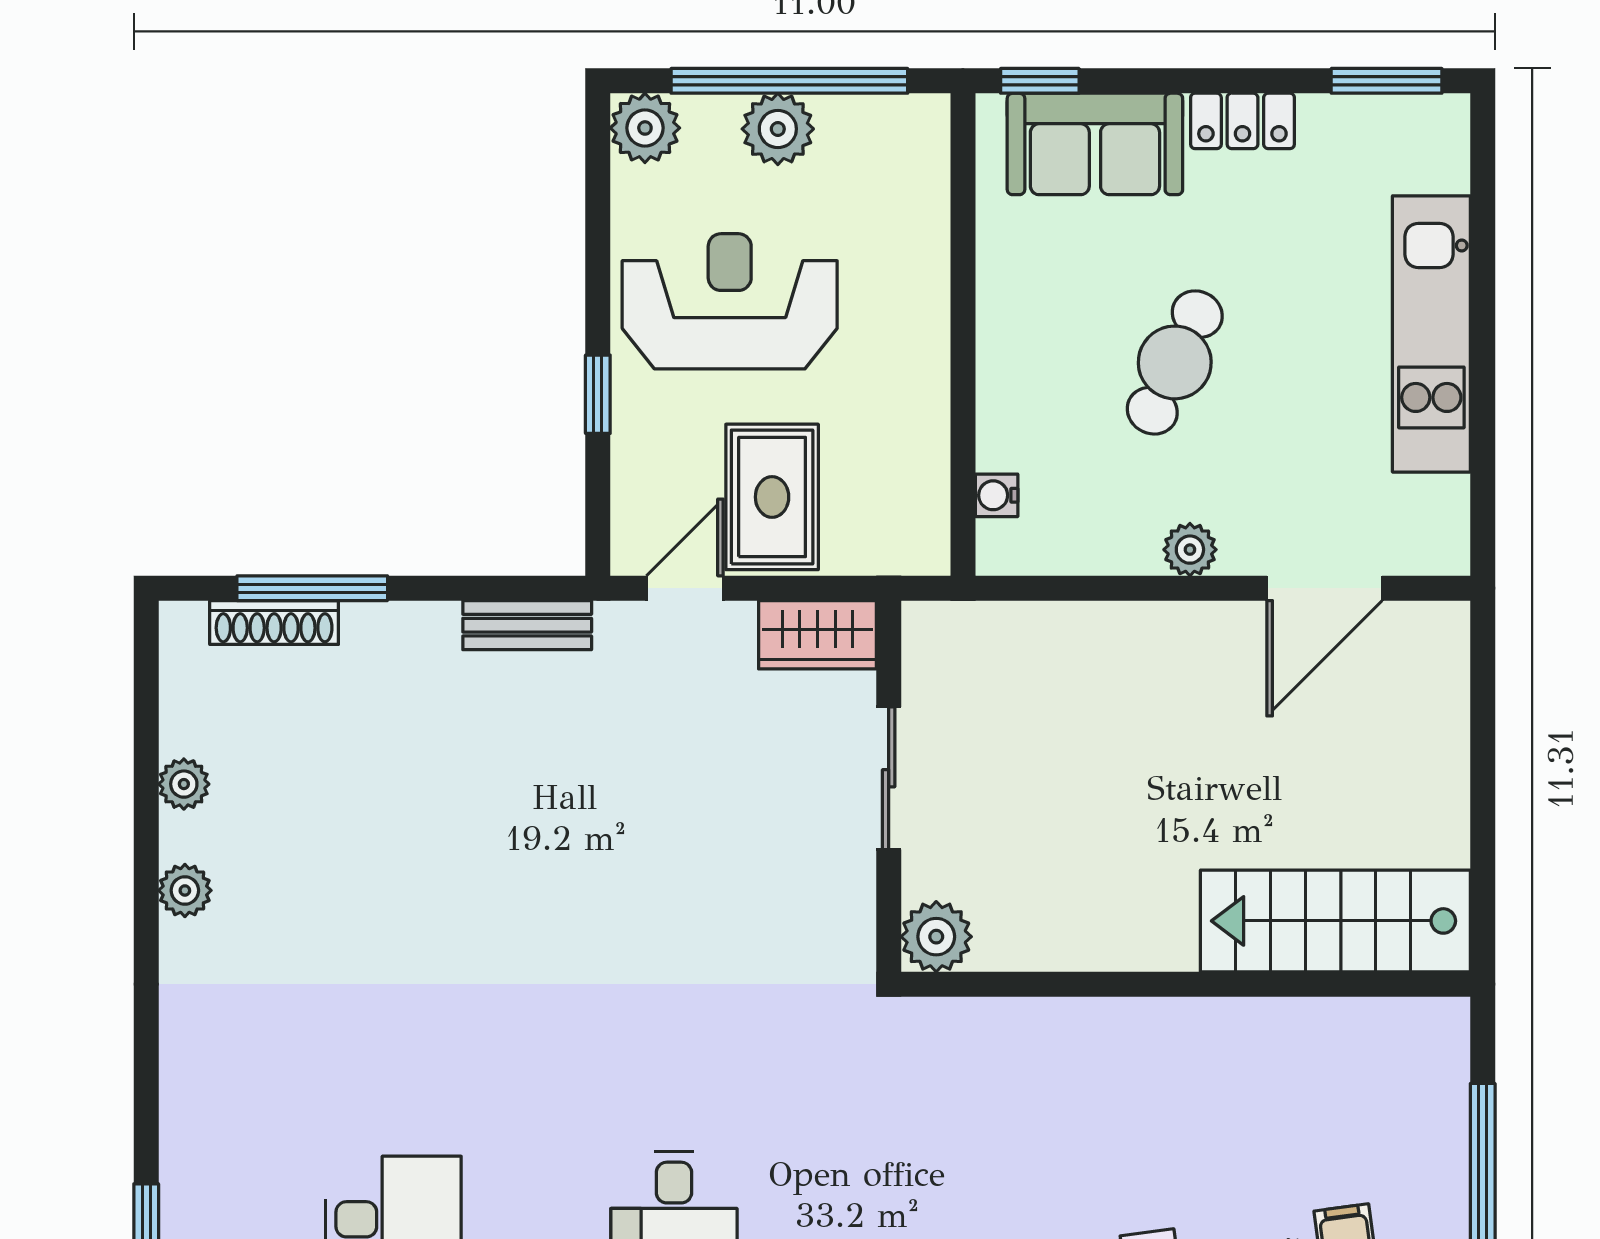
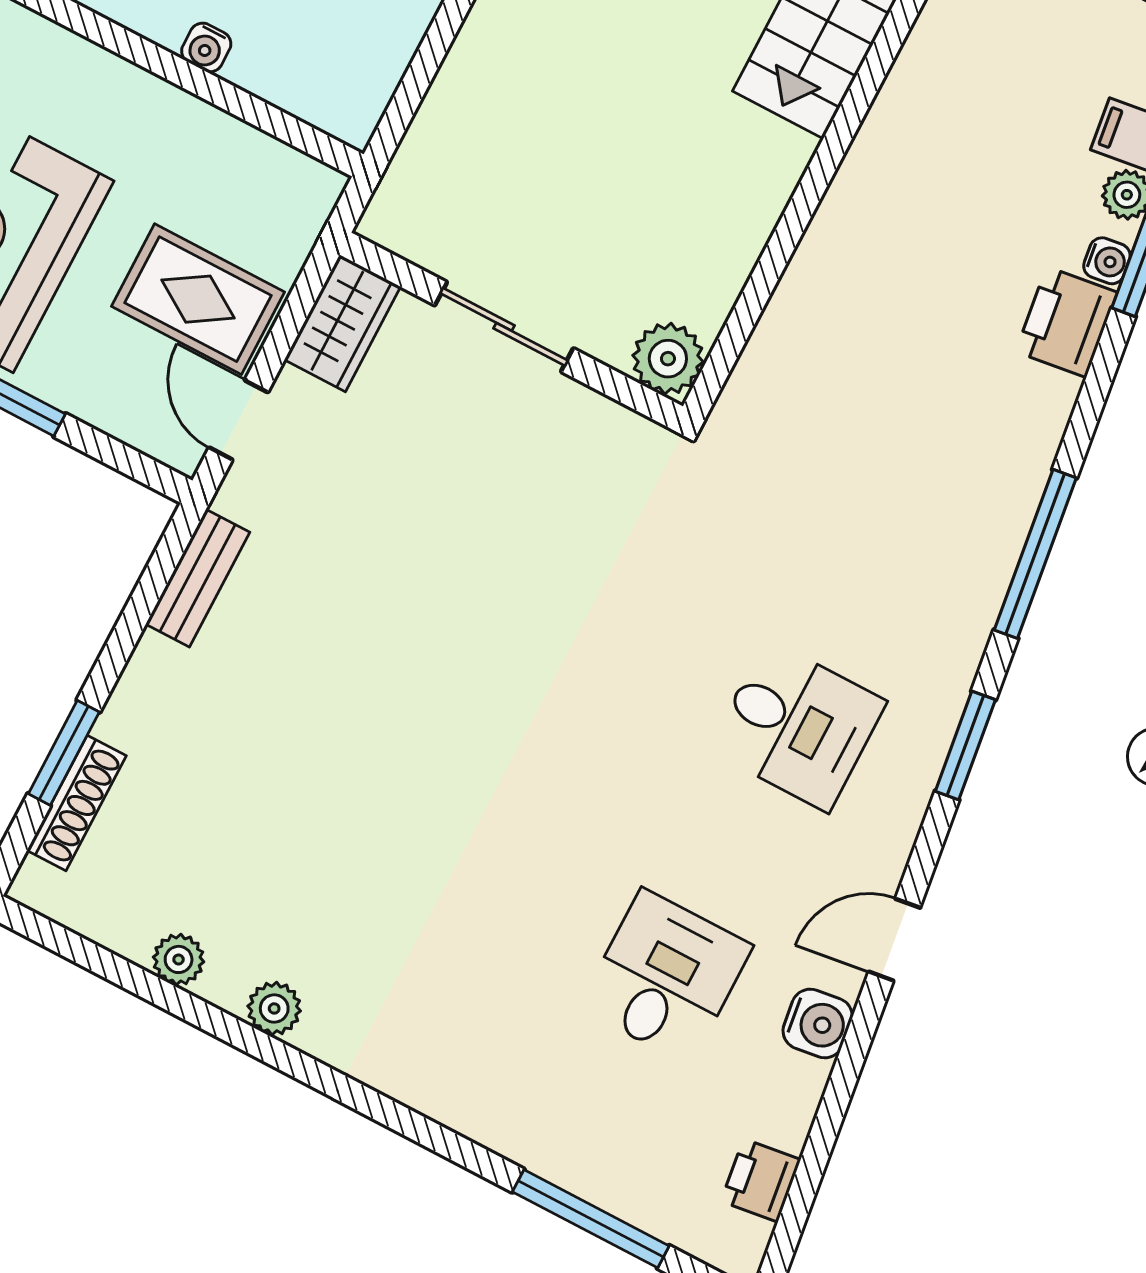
water cooler: (997, 495) -> (206, 47), moved
window: (312, 588) -> (64, 753), width x0.69

